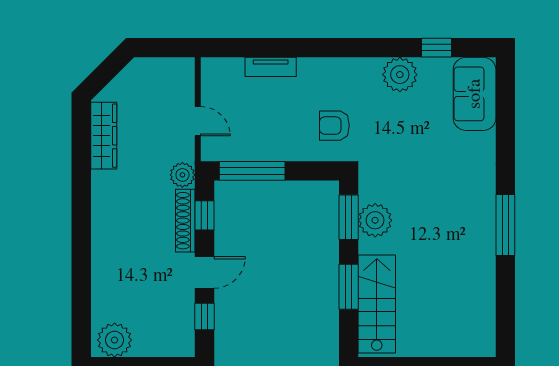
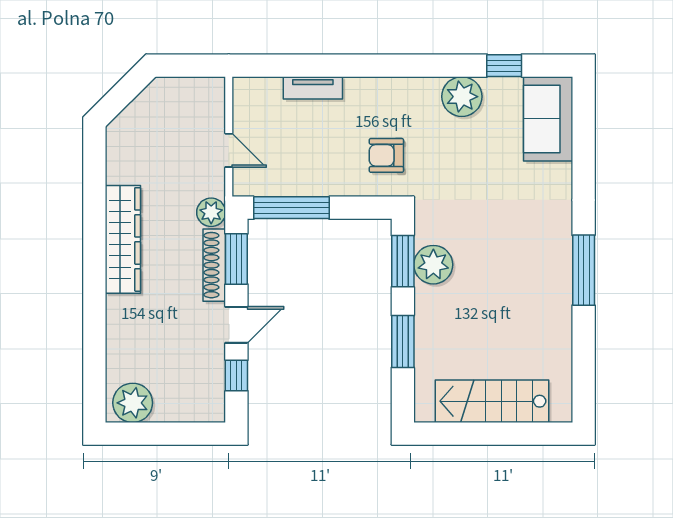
wardrobe: (104, 136) -> (123, 239), moved, width x1.40, depth x1.17
window: (204, 215) -> (236, 259), width x1.50
stairs: (377, 304) -> (492, 401), moved, turned -90

